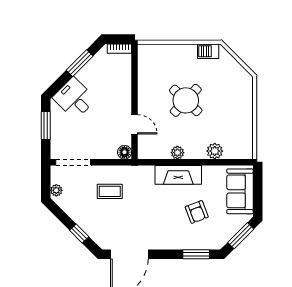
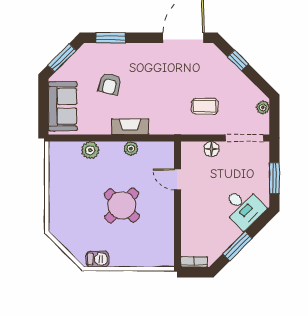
floor lamp: (124, 152) -> (211, 149), moved
fireplace: (178, 175) -> (130, 127), width x0.73, depth x0.76
armchair: (197, 212) -> (110, 84), turned -146

